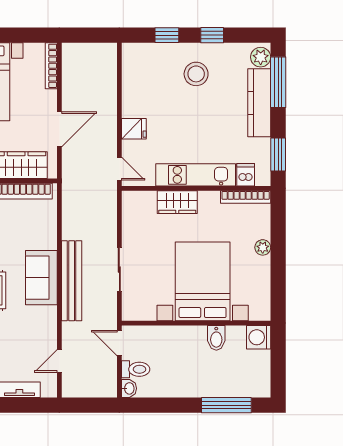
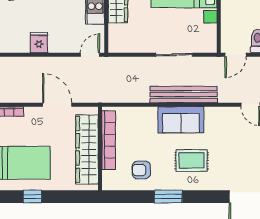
fridge: (134, 129) -> (39, 43), moved

